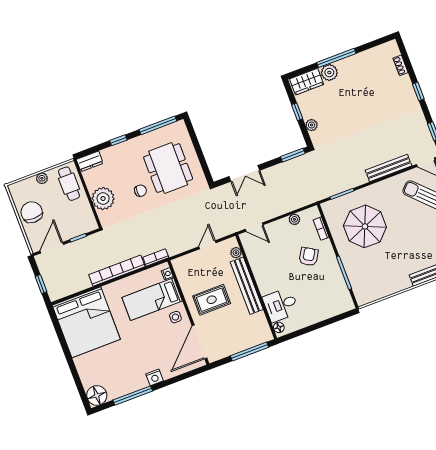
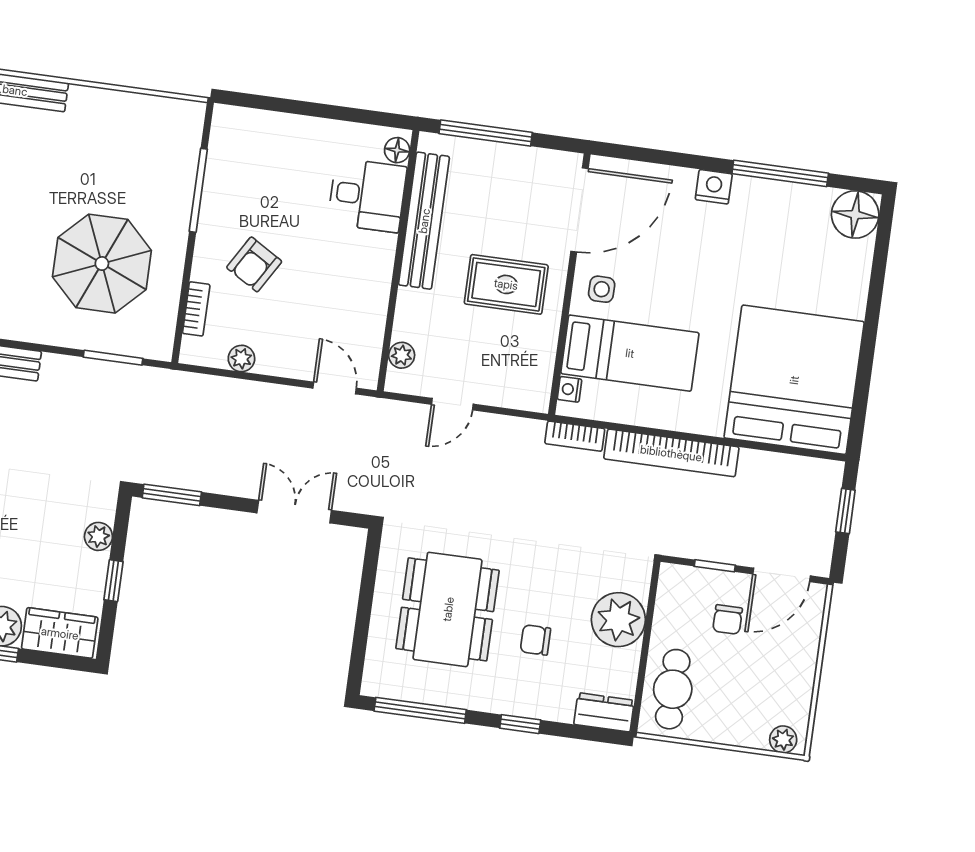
plant: (42, 178) -> (783, 739), moved
chair: (140, 191) -> (535, 640), moved
chair: (32, 212) -> (728, 620), moved, width x0.54, depth x0.54
bench: (247, 286) -> (424, 221), moved

